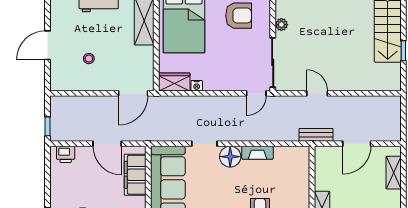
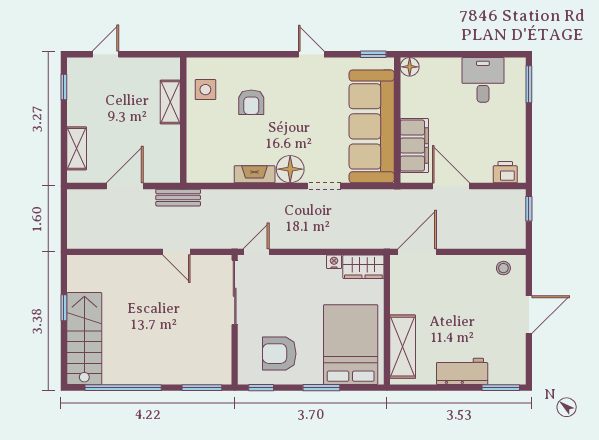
plant: (281, 25) -> (223, 342), removed
stool: (89, 59) -> (503, 268), moved

